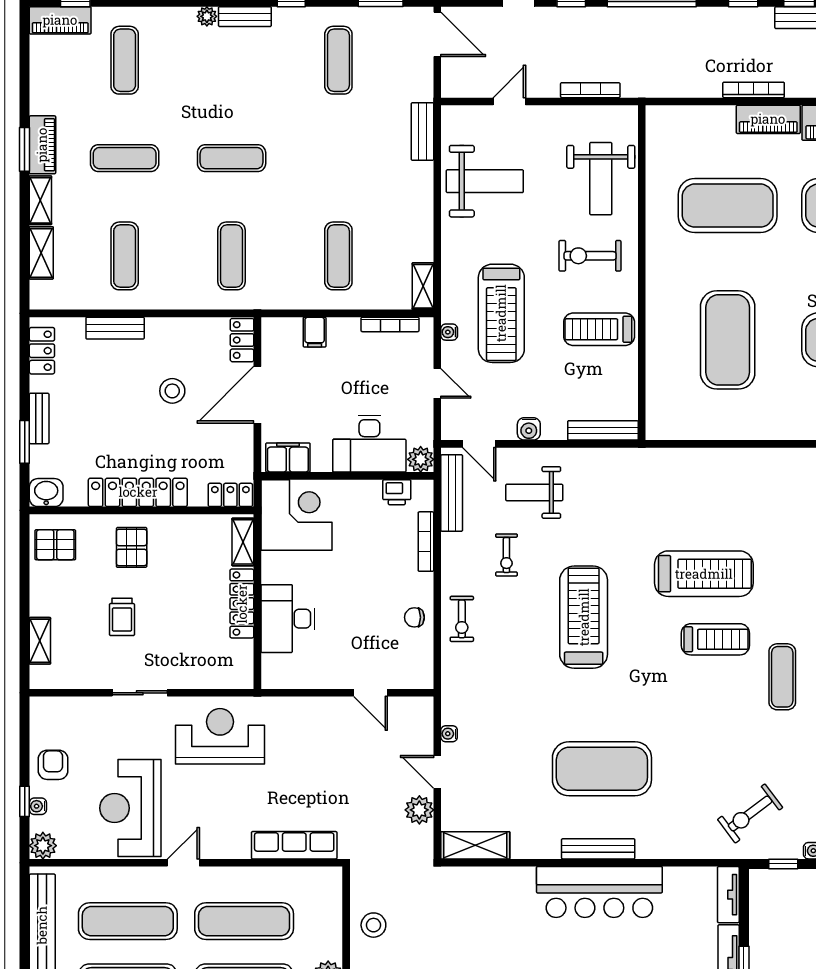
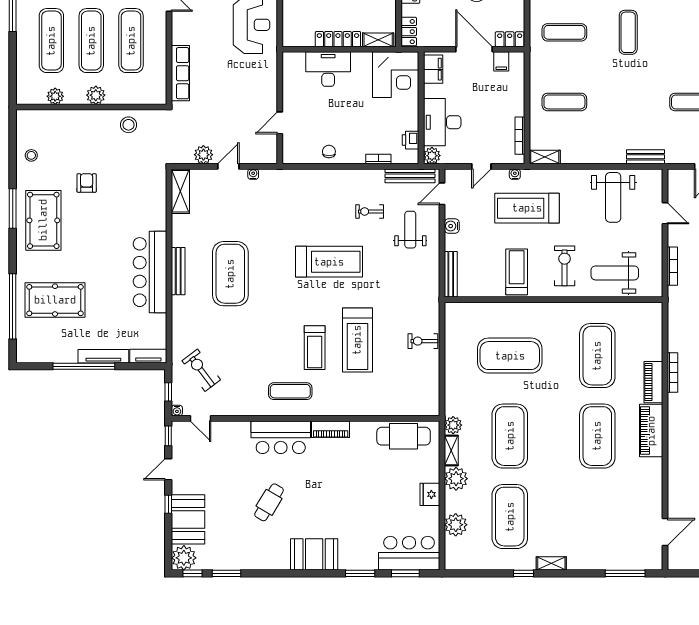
filing cabinet: (315, 332) -> (501, 61), moved, turned -90
bookcase: (426, 542) -> (378, 159), width x0.64
exercise bike: (462, 619) -> (423, 341), moved

